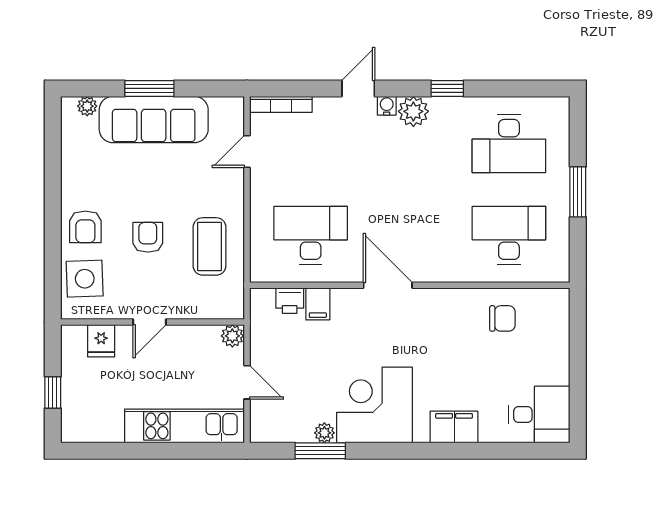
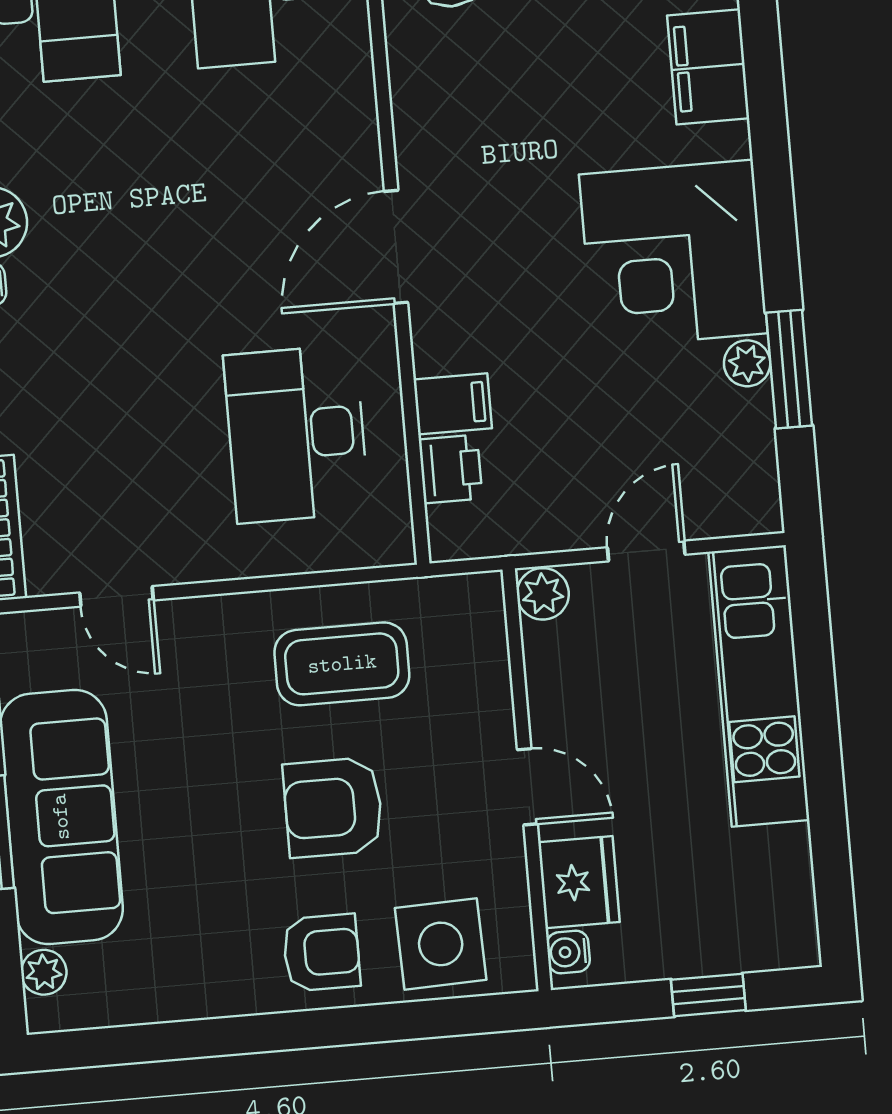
armchair: (148, 237) -> (333, 807), width x1.38, depth x1.38
water cooler: (76, 334) -> (568, 952), added
fridge: (101, 341) -> (579, 882), width x1.38

